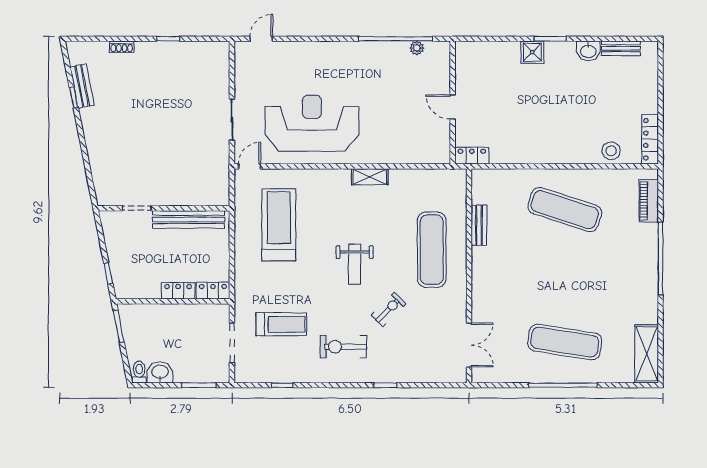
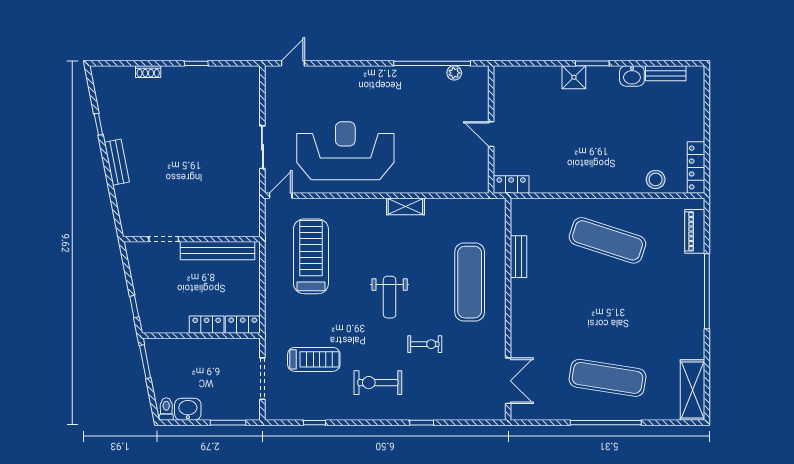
bench: (82, 86) -> (117, 162), moved
exercise bike: (388, 310) -> (425, 344), turned 45

